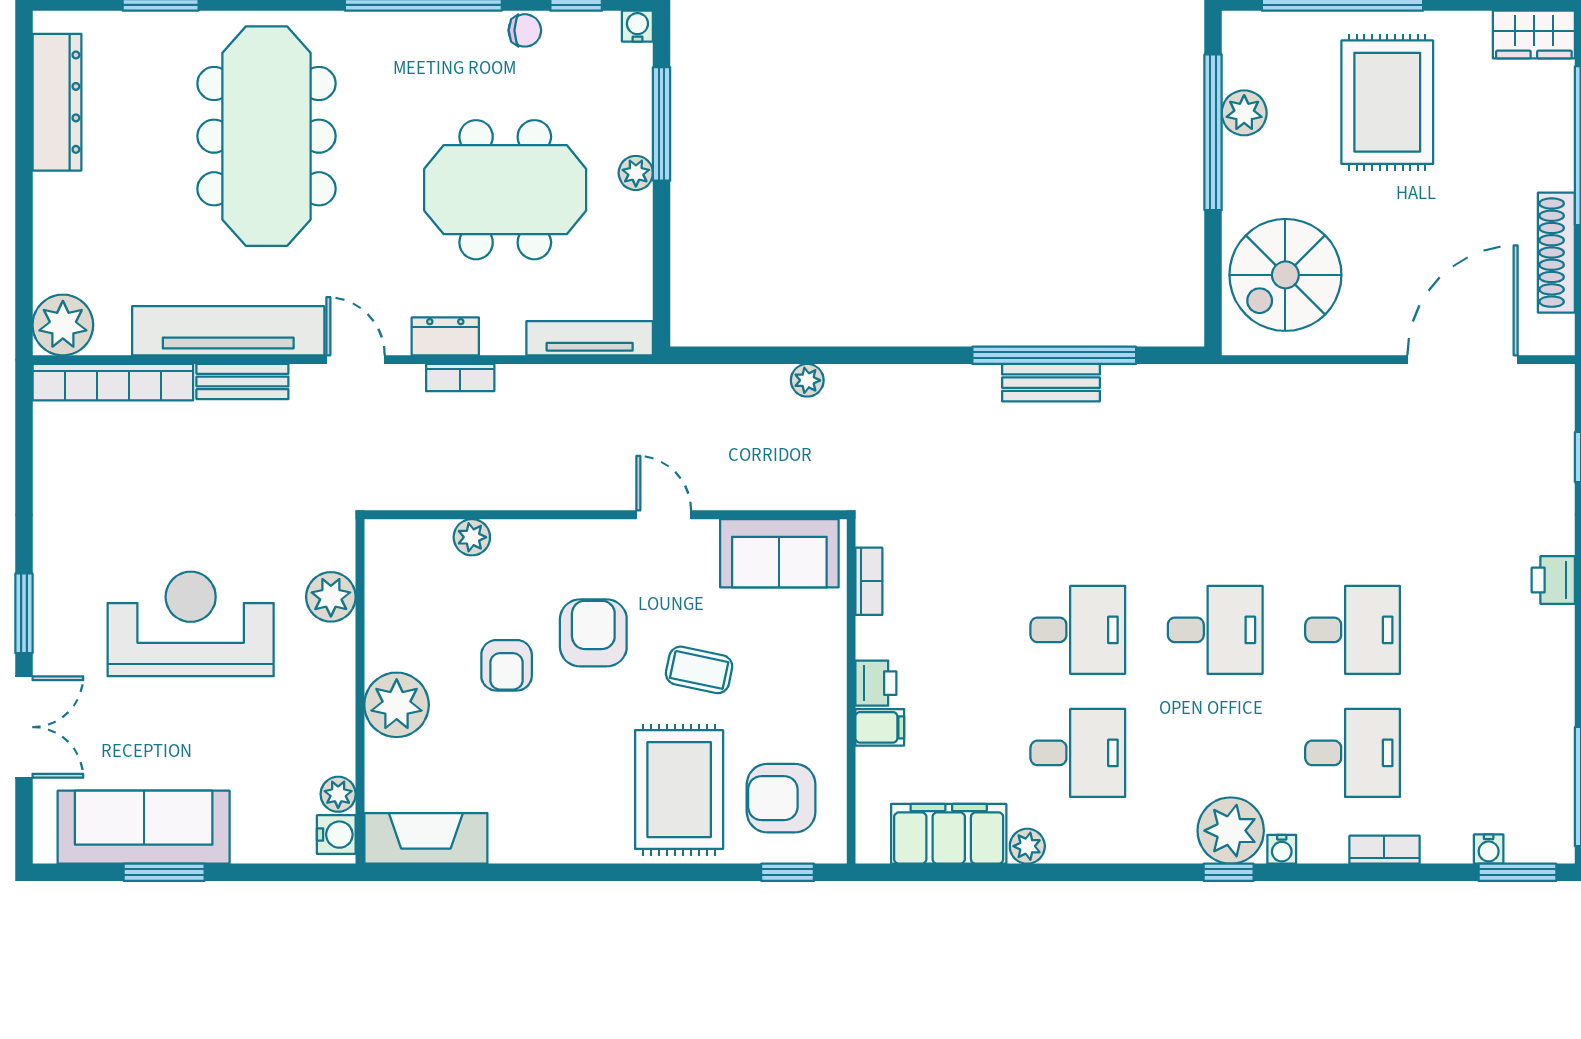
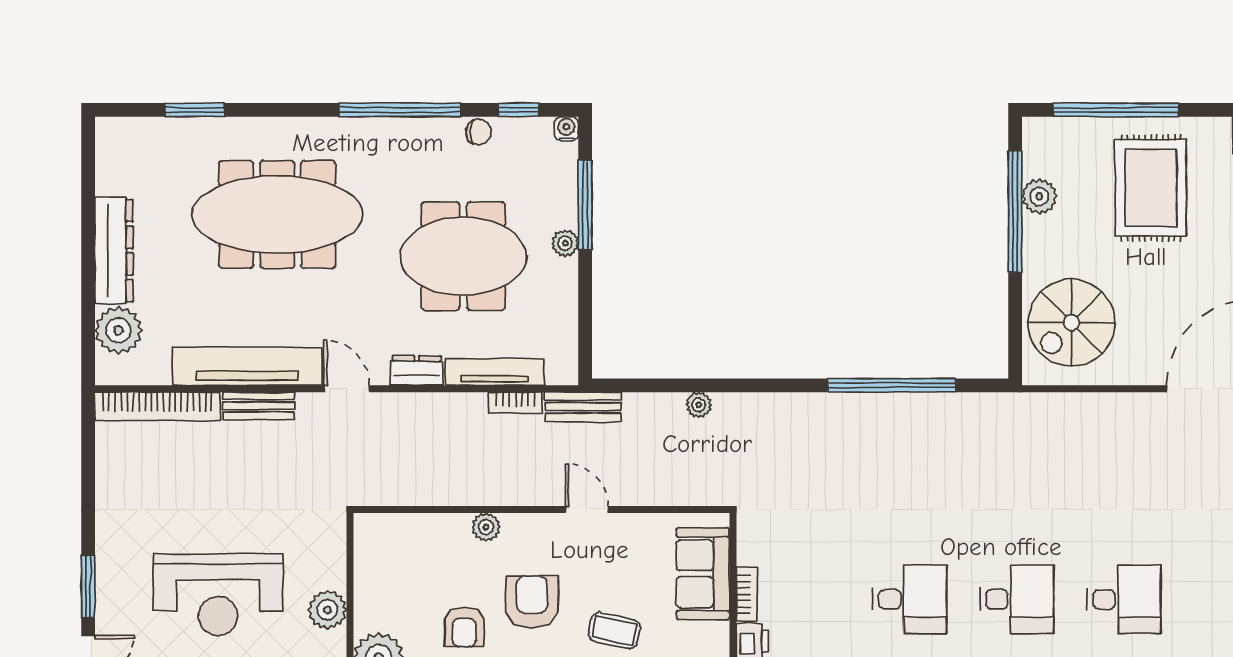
dresser: (57, 102) -> (114, 251), moved
meeting table: (266, 136) -> (277, 214), turned 90
plant: (63, 325) -> (118, 330), moved
tv unit: (590, 338) -> (495, 372), moved
bookcase: (460, 378) -> (516, 403), moved
bench: (1051, 383) -> (583, 407), moved
plant: (472, 537) -> (486, 527), moved
sofa: (779, 553) -> (703, 574), moved, turned 90
bookcase: (869, 581) -> (747, 594), moved
plant: (331, 597) -> (327, 610), moved
reception desk: (191, 624) -> (218, 595), turned 180

